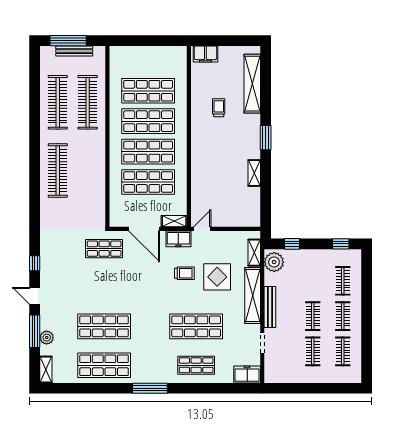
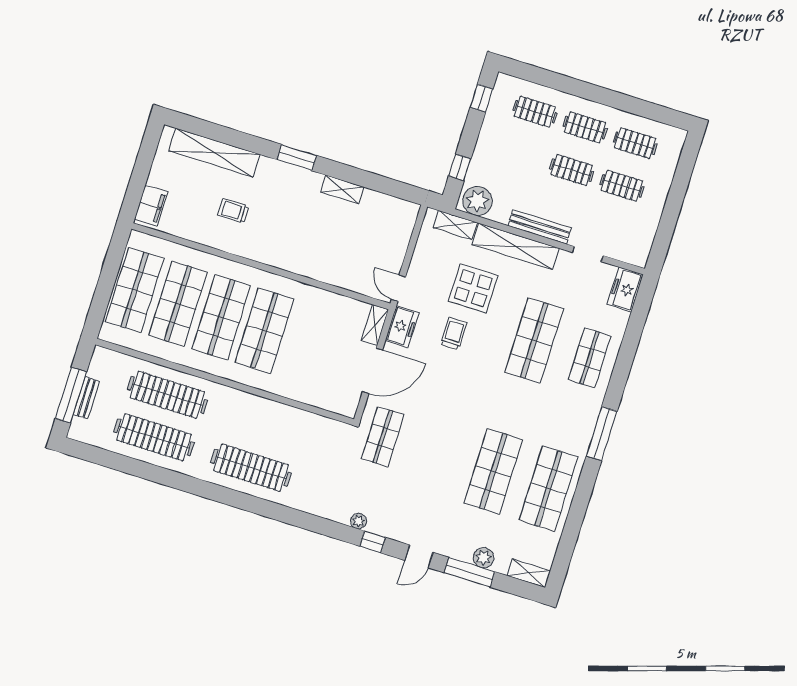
bench: (74, 51) -> (86, 398), width x0.73
shop shelf: (148, 182) -> (135, 290), moved
plant: (45, 250) -> (359, 521), added

